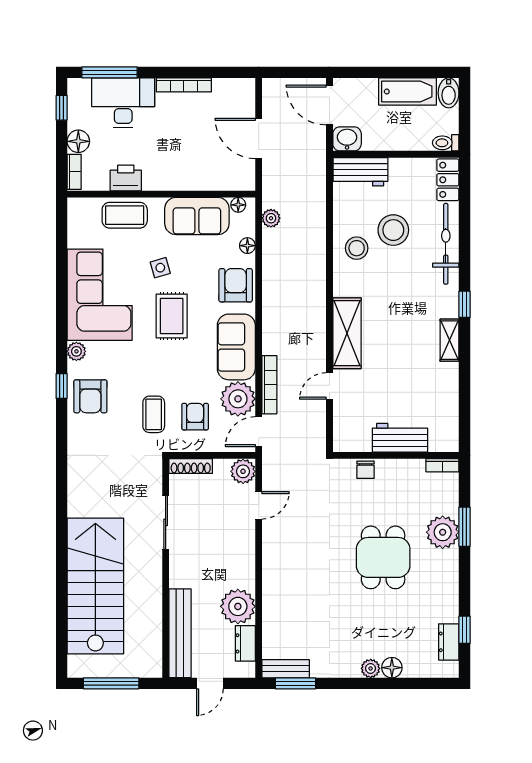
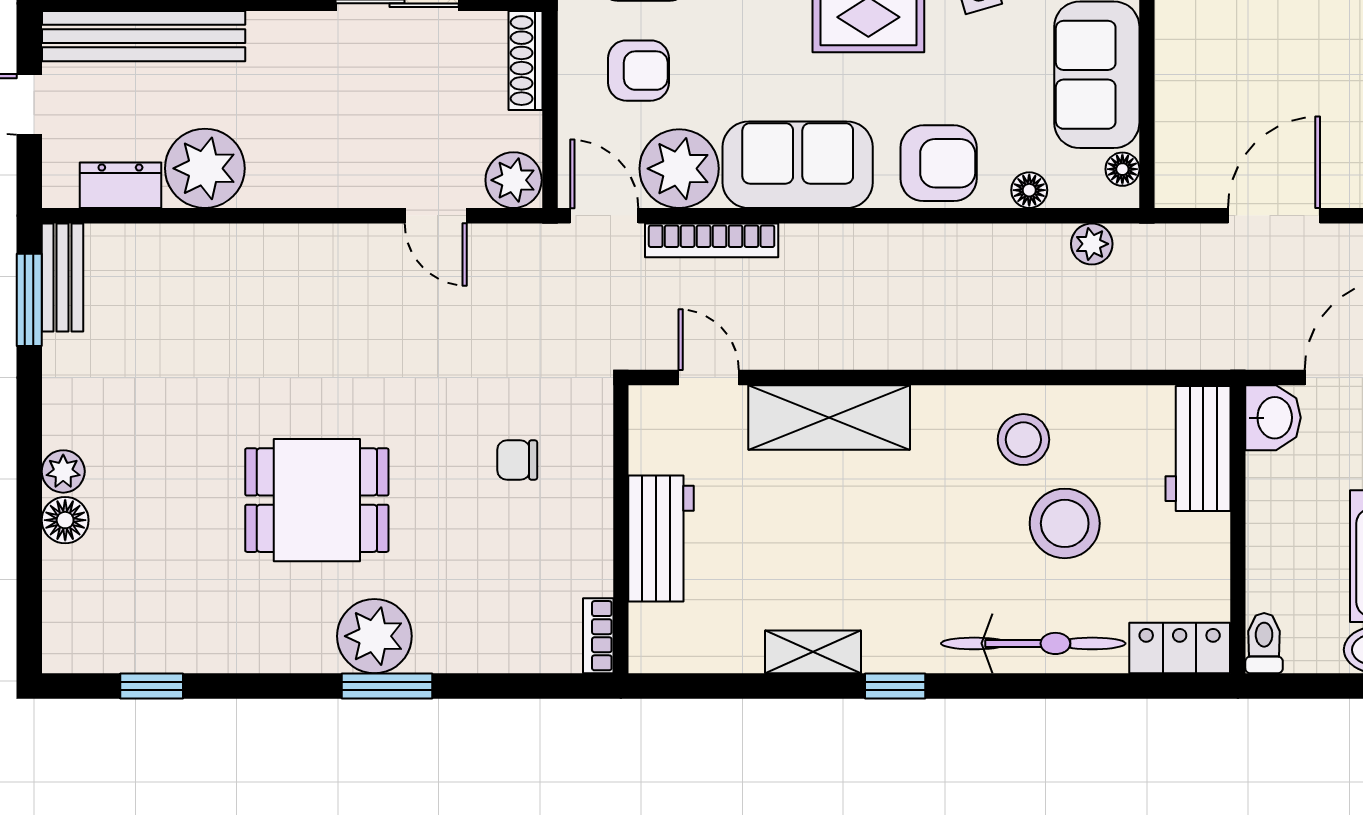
workbench: (400, 438) -> (661, 539), moved
wall: (396, 455) -> (621, 529), moved
bookcase: (442, 465) -> (598, 636), moved
dresser: (449, 642) -> (124, 650), removed

